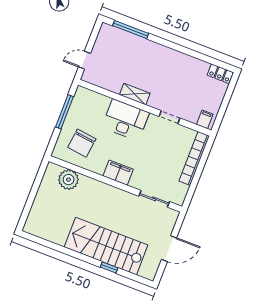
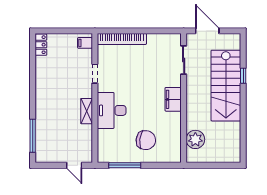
filing cabinet: (118, 173) -> (173, 99), moved
plant: (69, 180) -> (195, 139), moved
wall: (115, 184) -> (184, 98), moved
sliding door: (154, 199) -> (184, 60), moved

